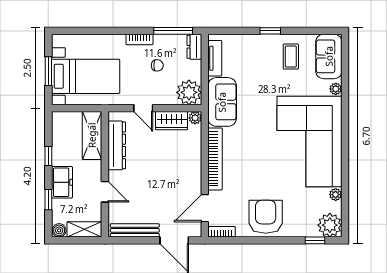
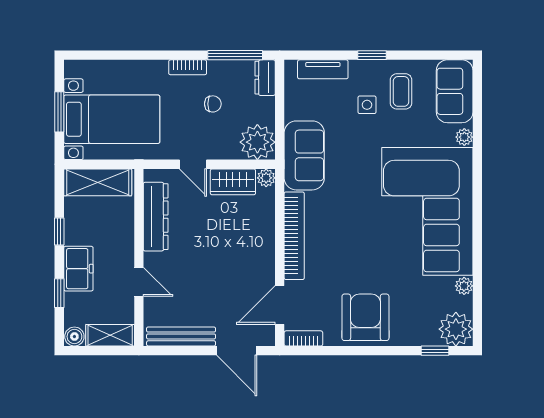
tv unit: (215, 58) -> (323, 69), moved, turned 90
side table: (267, 66) -> (367, 105), added
shelving: (92, 135) -> (98, 182), moved, turned 90

